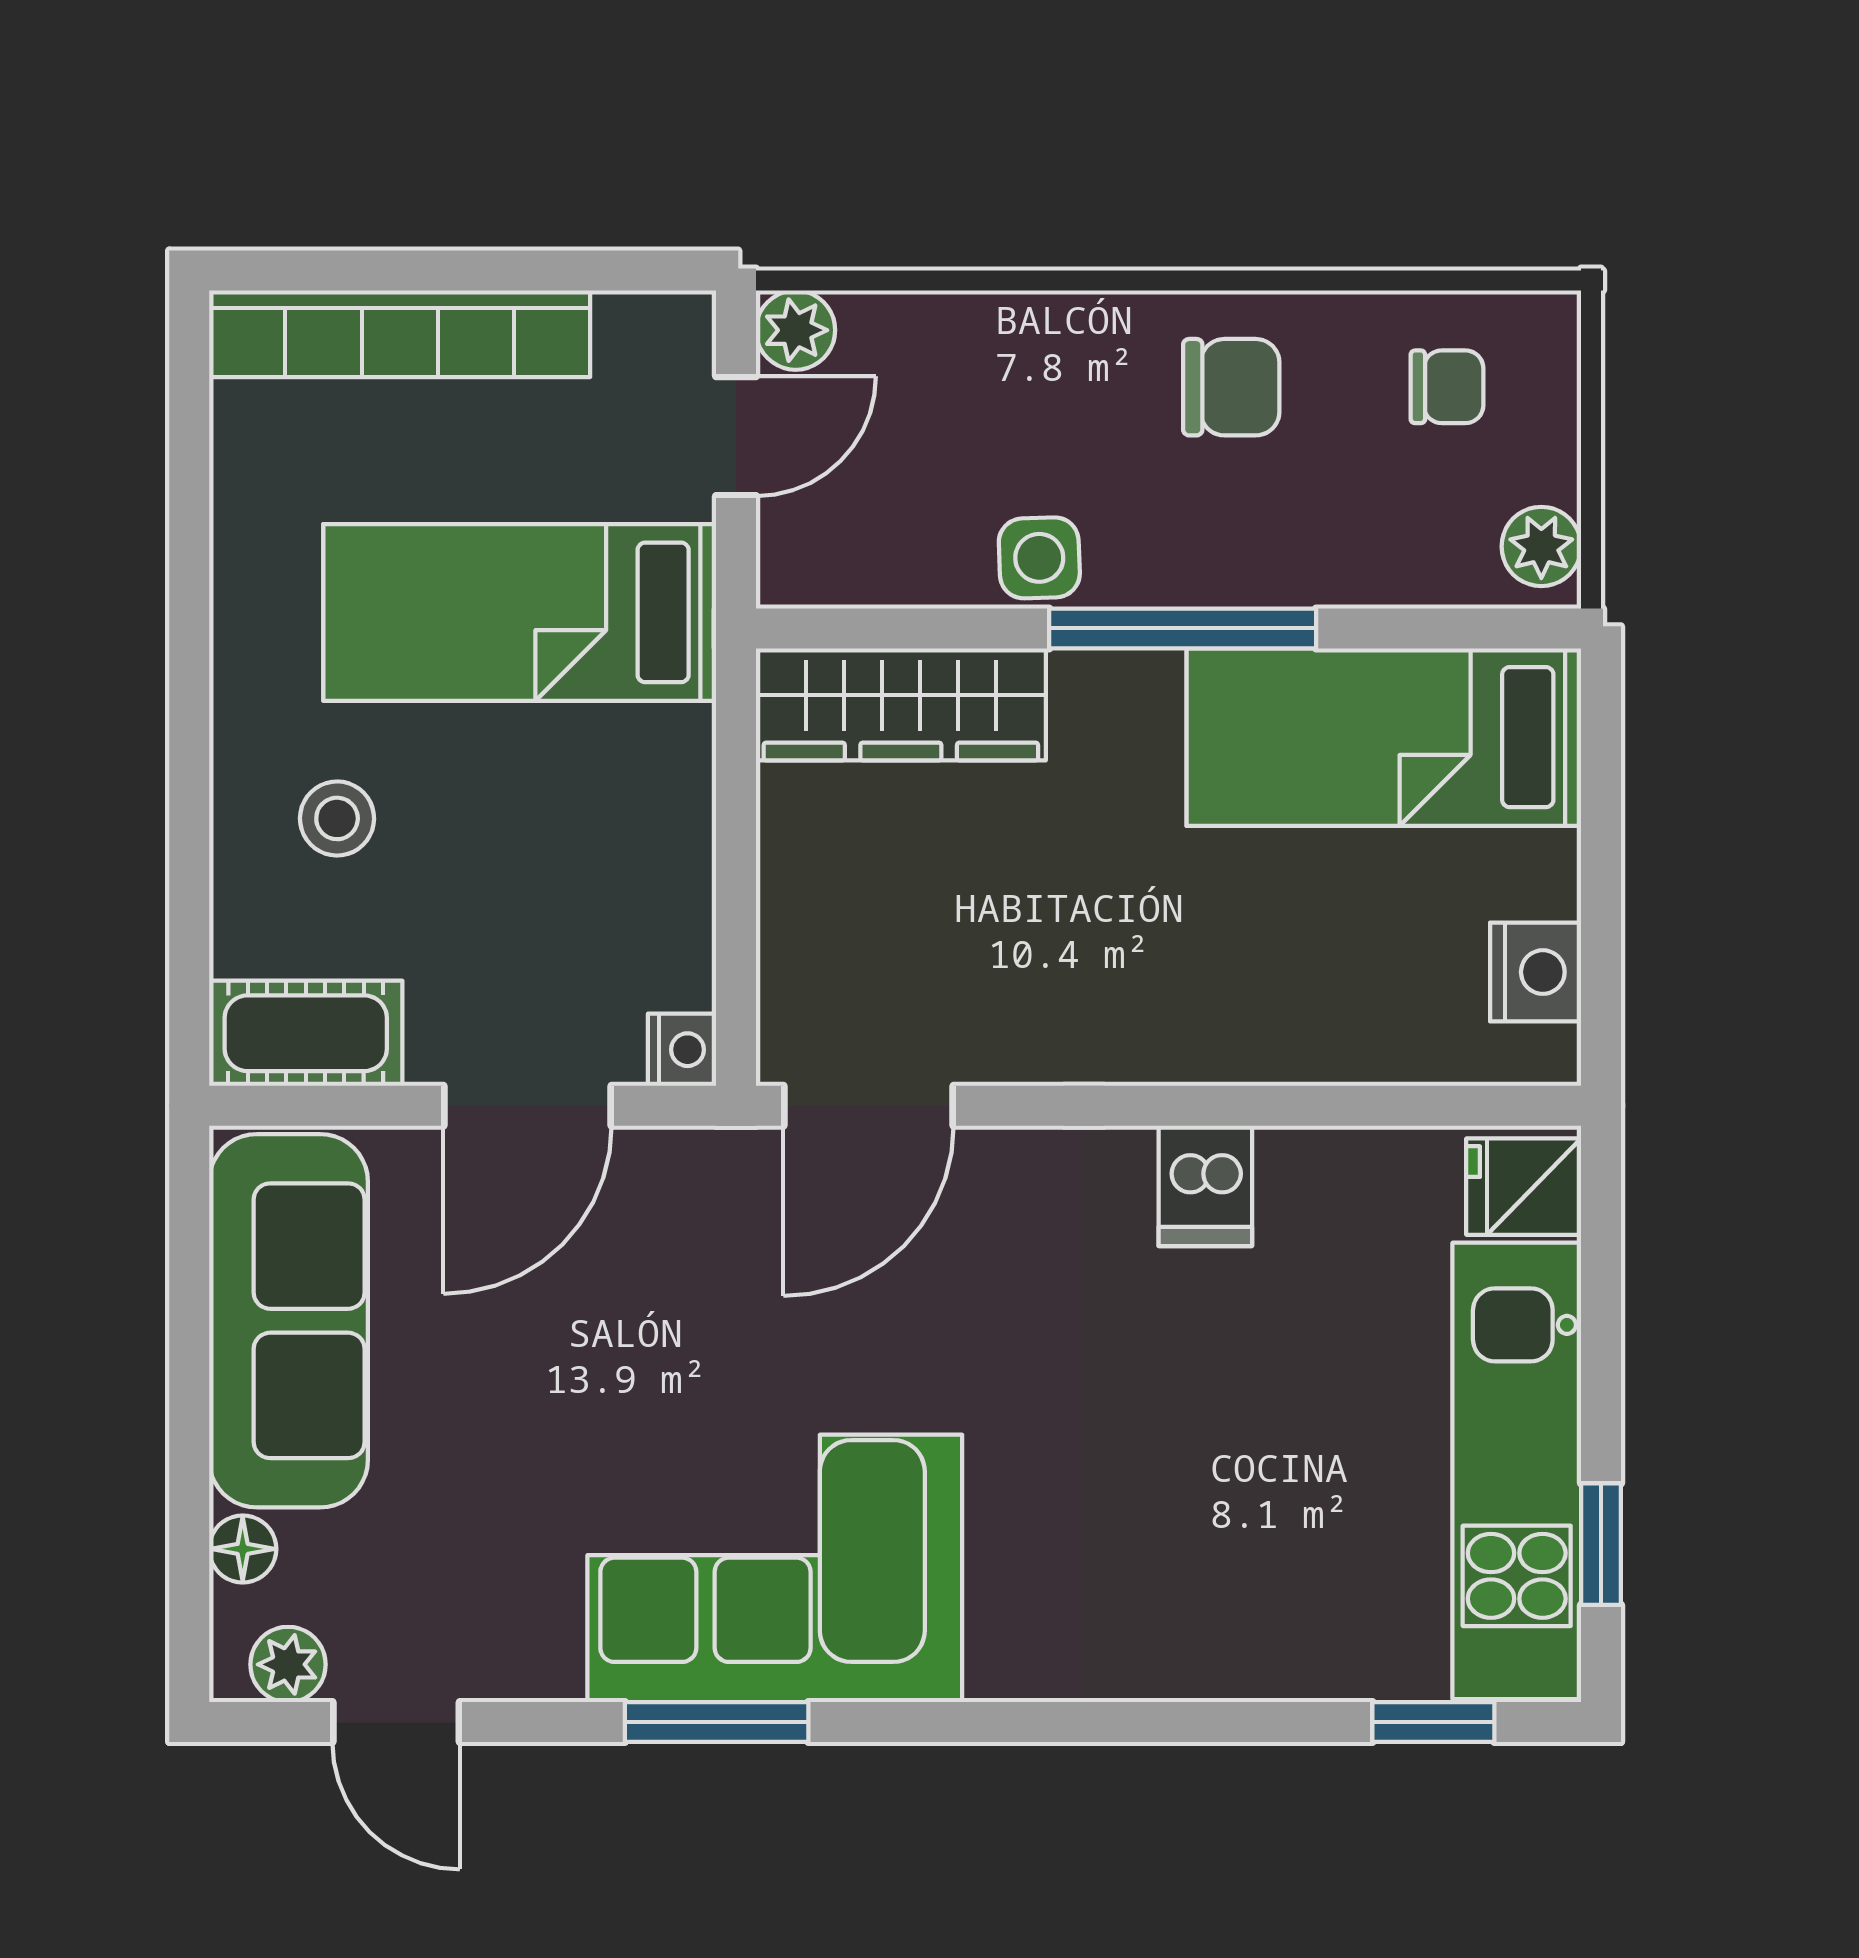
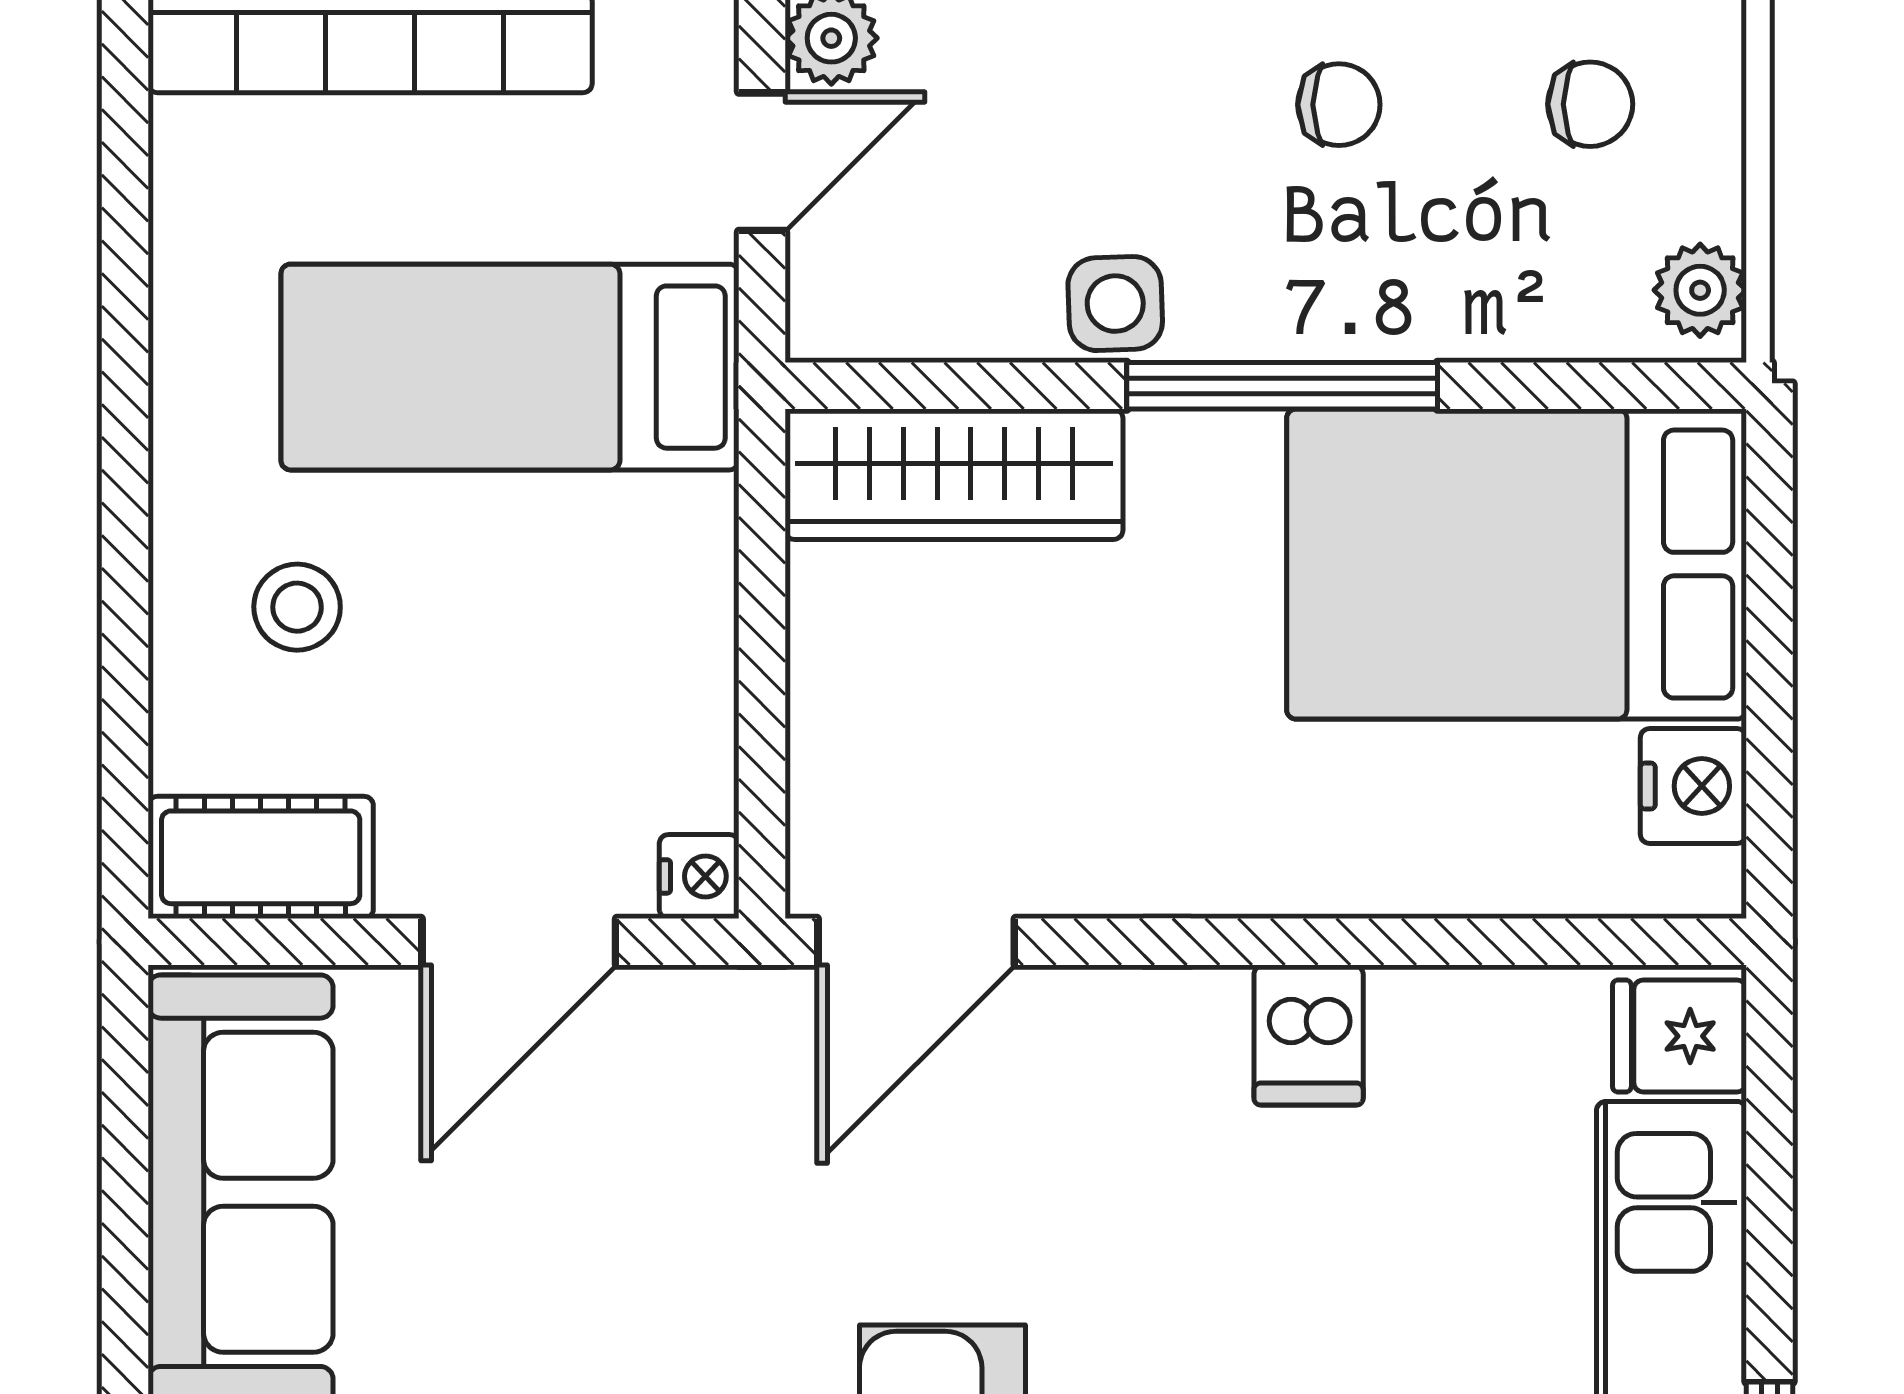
chair: (1231, 387) -> (1339, 105), width x0.73, depth x0.73
bed: (1384, 737) -> (1517, 564), width x1.50

